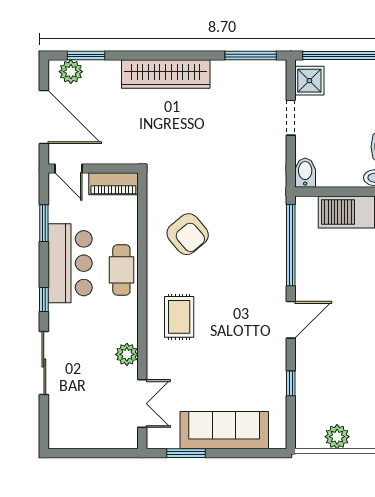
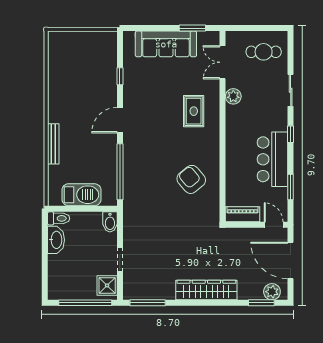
cafe table: (121, 270) -> (264, 52), moved, turned 90
rug: (179, 317) -> (194, 111), moved
sliding door: (44, 363) -> (291, 90), width x0.73
plant: (337, 437) -> (88, 39), removed

